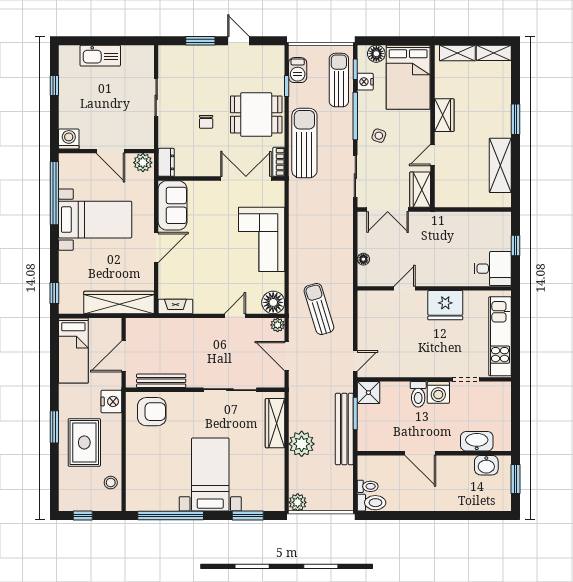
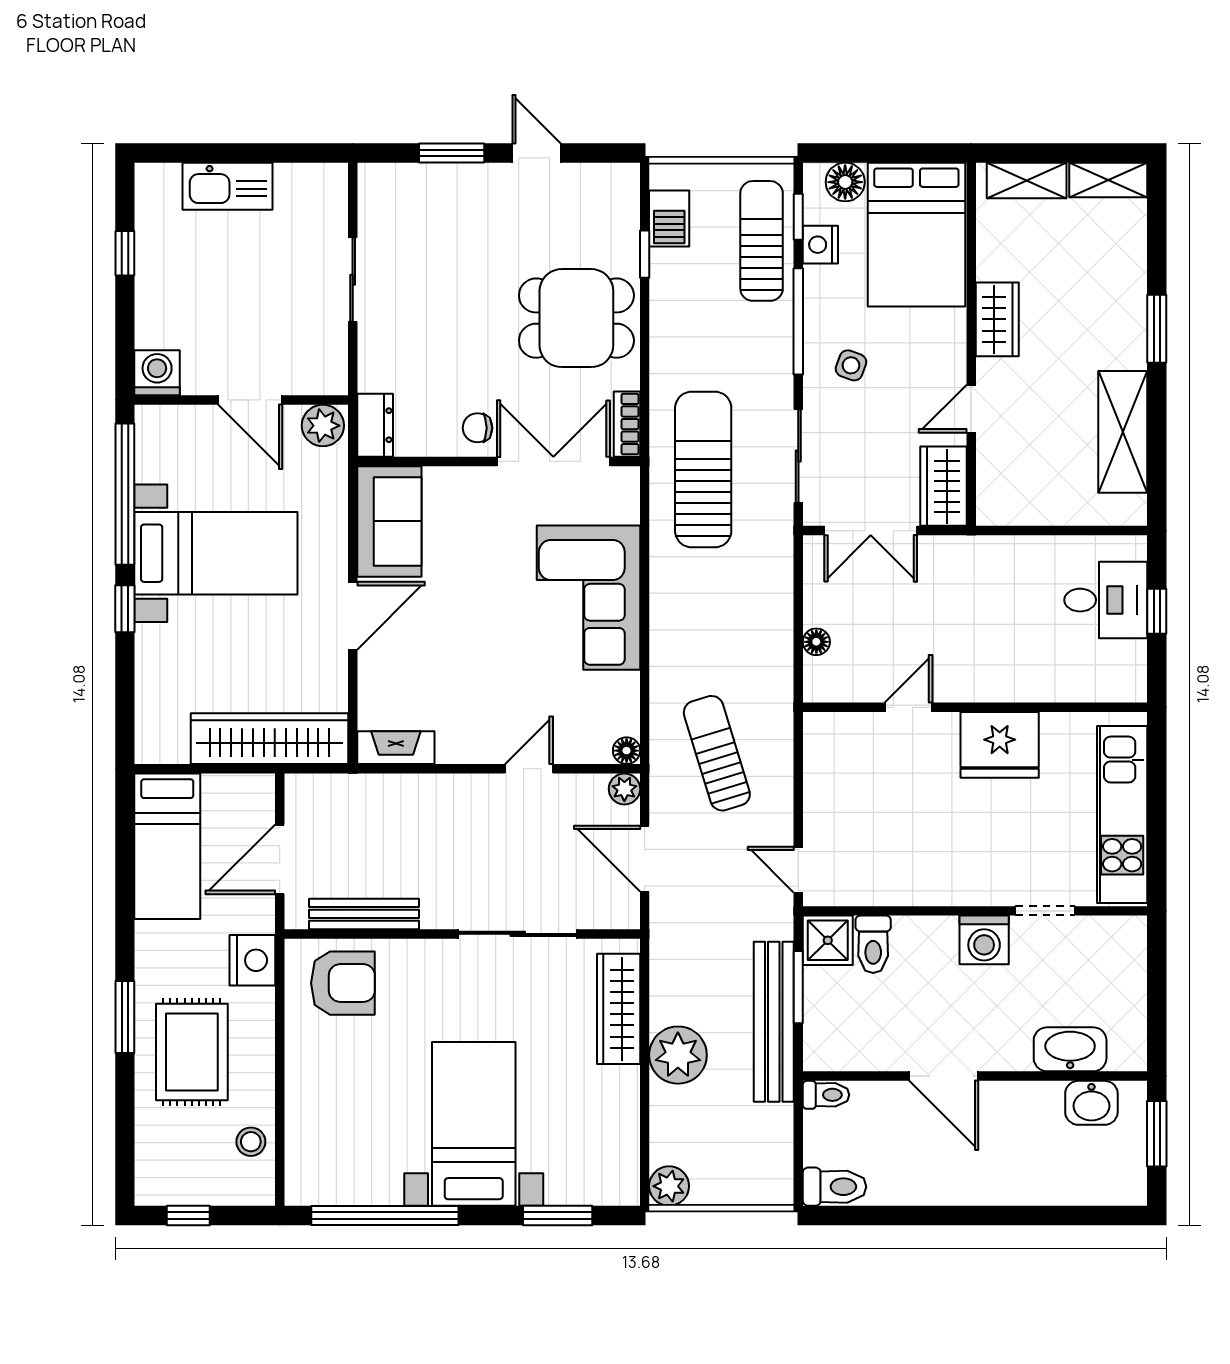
chair: (206, 122) -> (477, 428), moved, turned 90
sun lounger: (304, 143) -> (703, 469), moved
desk: (493, 269) -> (1106, 600), moved
window: (54, 293) -> (125, 609), moved
floor lamp: (273, 302) -> (627, 751), width x0.53, depth x0.53
door: (355, 361) -> (798, 870), swing flipped
toilet: (418, 394) -> (873, 944), moved
toilet: (368, 486) -> (826, 1095), moved

